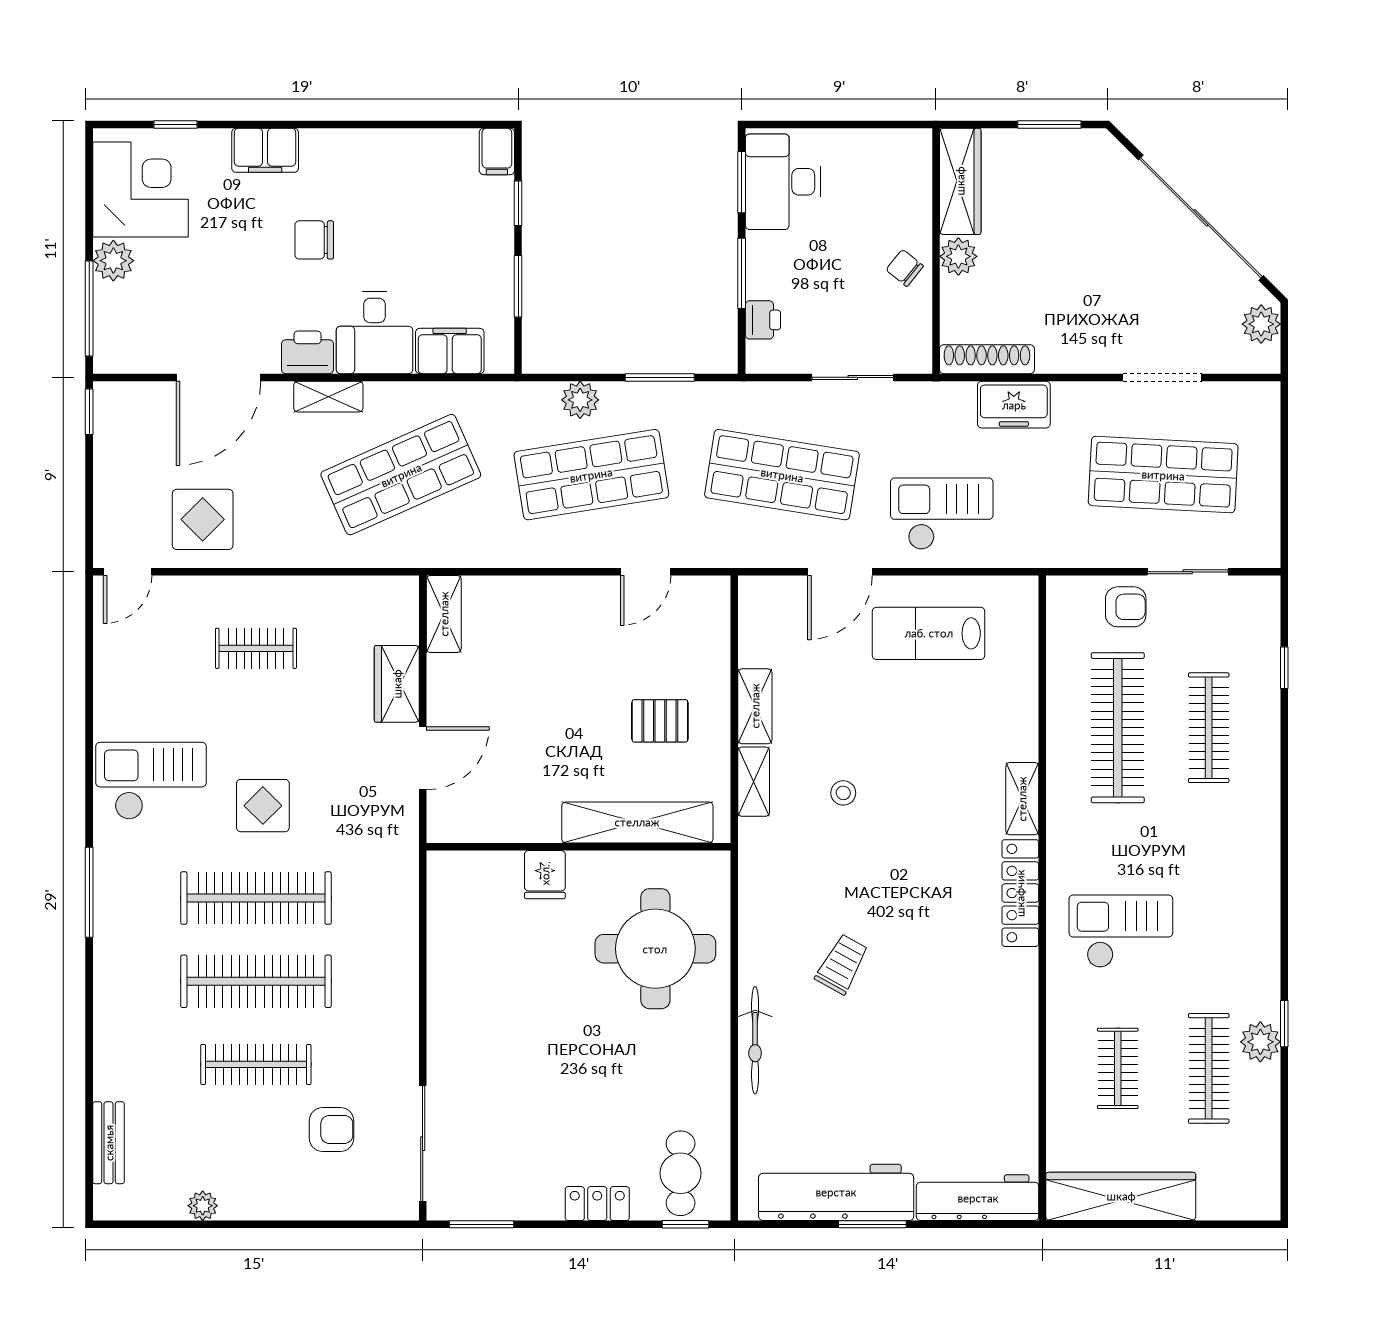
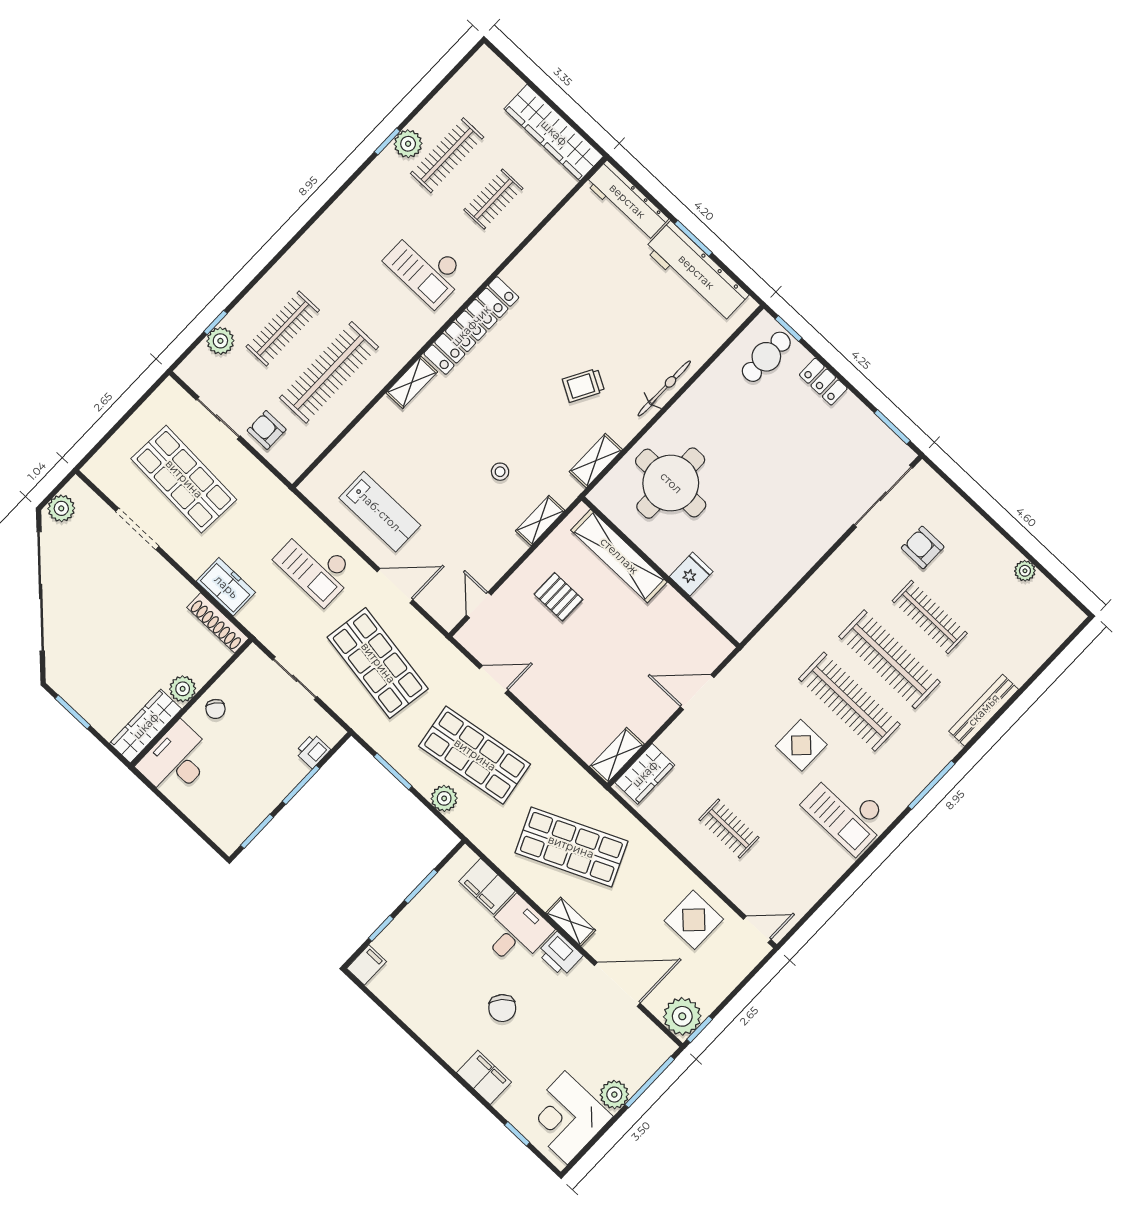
desk: (783, 182) -> (176, 760), moved, turned 180
chair: (314, 240) -> (502, 1008), turned 43
plant: (120, 408) -> (682, 1016), added
door: (734, 634) -> (479, 605), added
plant: (1261, 654) -> (220, 341), added
wardrobe: (397, 684) -> (645, 774), moved
shelving: (755, 706) -> (596, 461), moved
locker: (1020, 893) -> (471, 326), width x1.41, depth x1.21
bench: (109, 1143) -> (984, 710), moved, width x1.36

